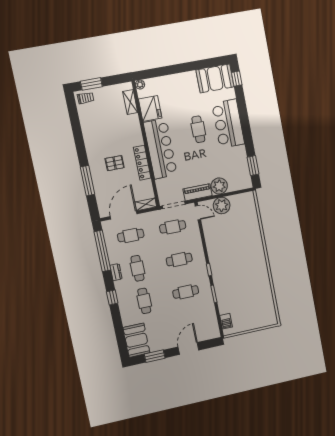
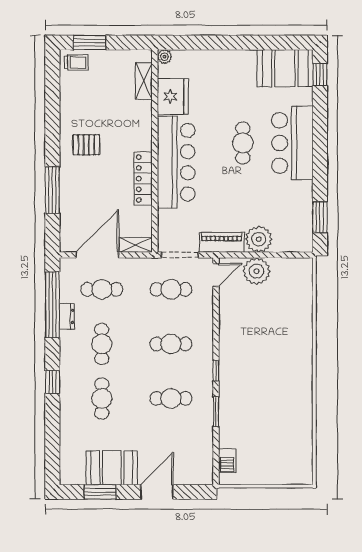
pallet: (115, 163) -> (86, 145), moved
door: (198, 213) -> (216, 275), hinge flipped
dresser: (116, 272) -> (67, 316), moved
booth: (136, 340) -> (112, 468), moved, turned 90

